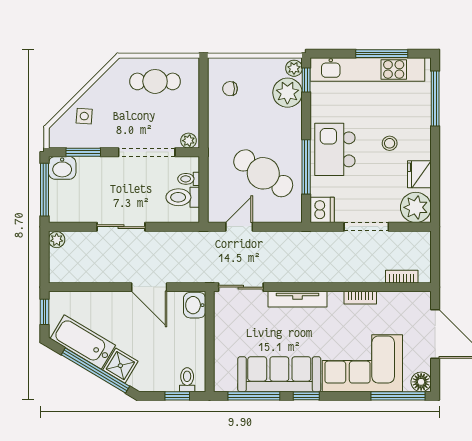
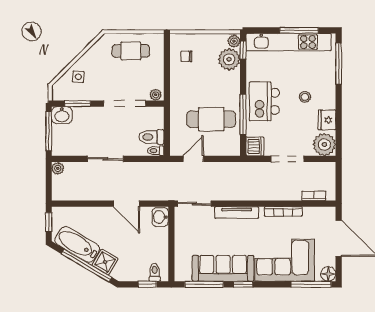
cafe table: (263, 173) -> (211, 119), turned -34
toilet: (189, 179) -> (156, 151), moved
bookcase: (360, 298) -> (283, 211), width x1.56

